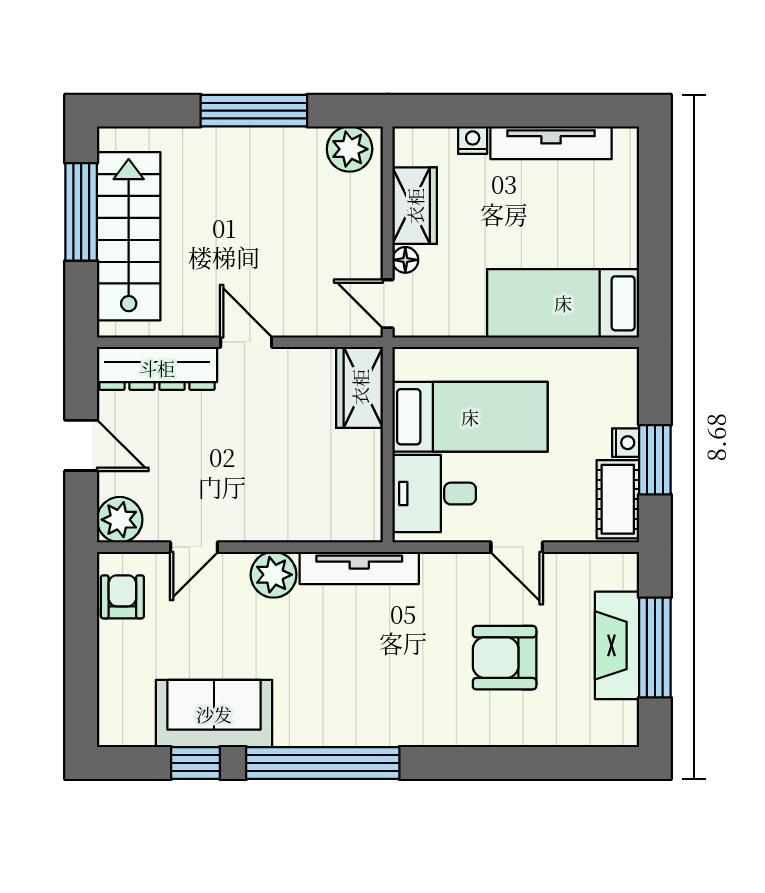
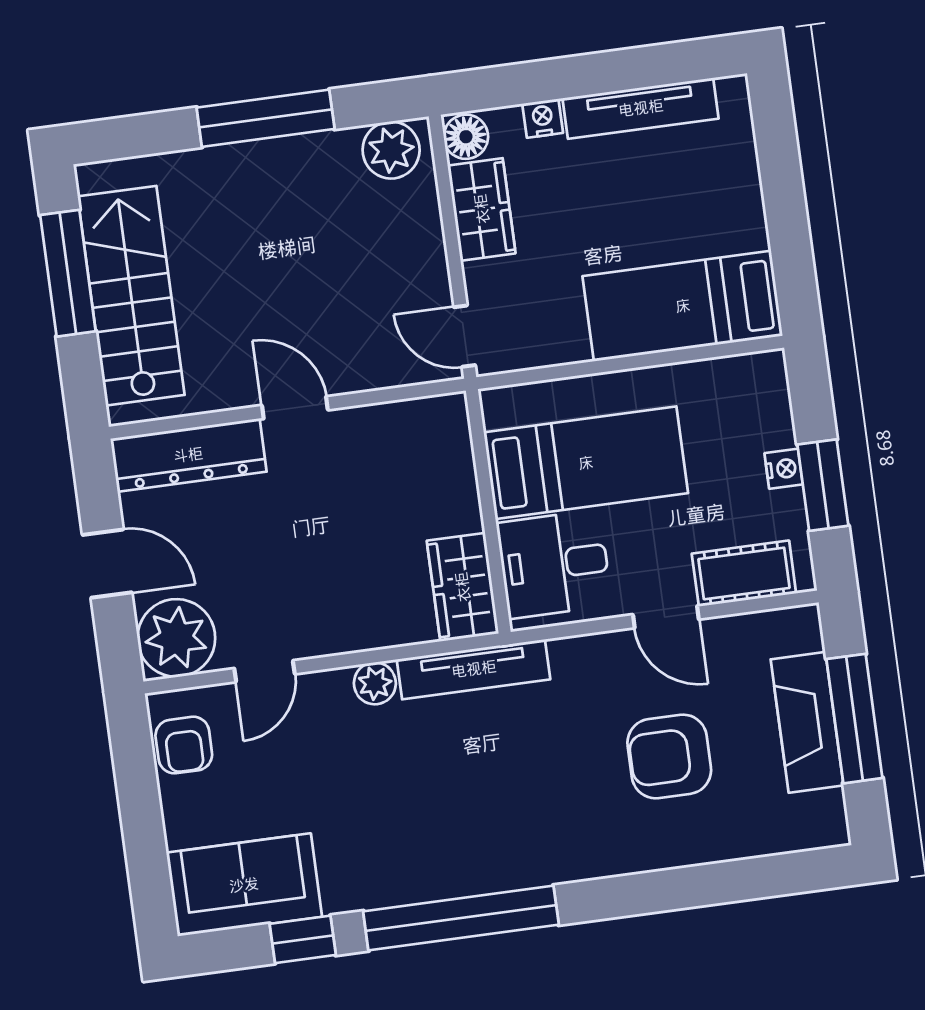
floor lamp: (405, 260) -> (466, 137), moved, width x1.37, depth x1.37
wardrobe: (360, 387) -> (463, 587), moved
cot: (618, 499) -> (744, 573), moved, turned 90
plant: (120, 520) -> (176, 638), width x1.36, depth x1.36
plant: (274, 575) -> (375, 683), width x0.73, depth x0.73
armchair: (122, 597) -> (184, 745), turned 180
sofa: (214, 714) -> (244, 885), moved

